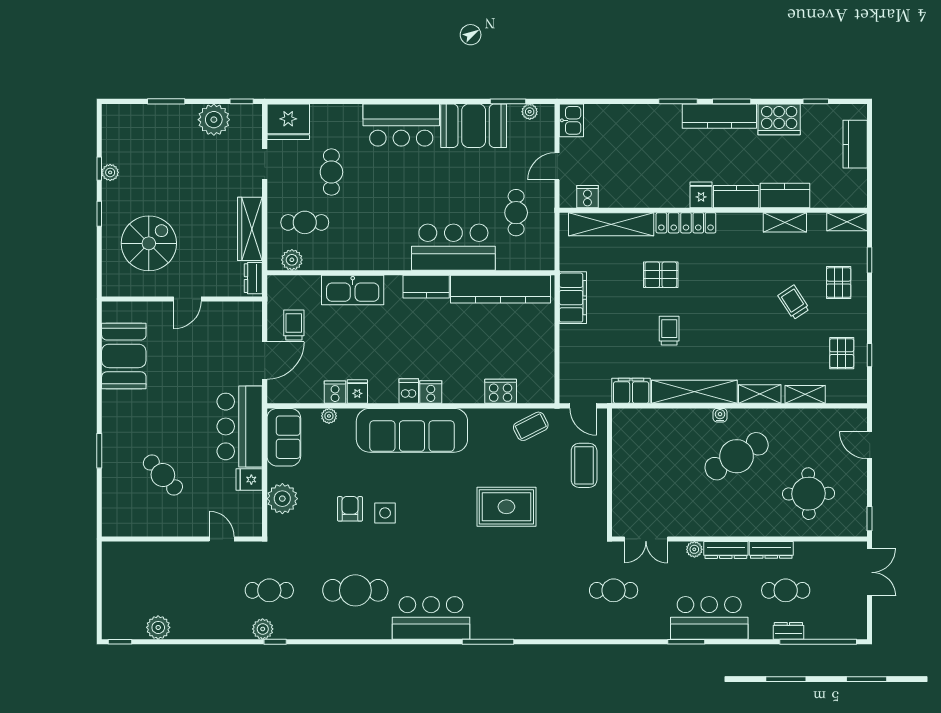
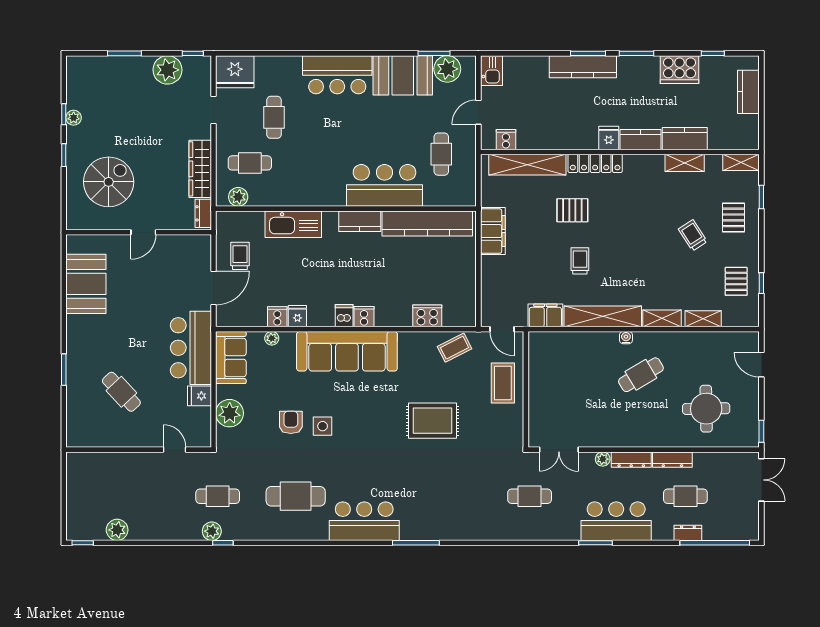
plant: (530, 112) -> (447, 69), width x1.88, depth x1.88
kitchen counter: (719, 116) -> (583, 67), moved
cafe table: (737, 456) -> (641, 375), width x0.73, depth x0.74

